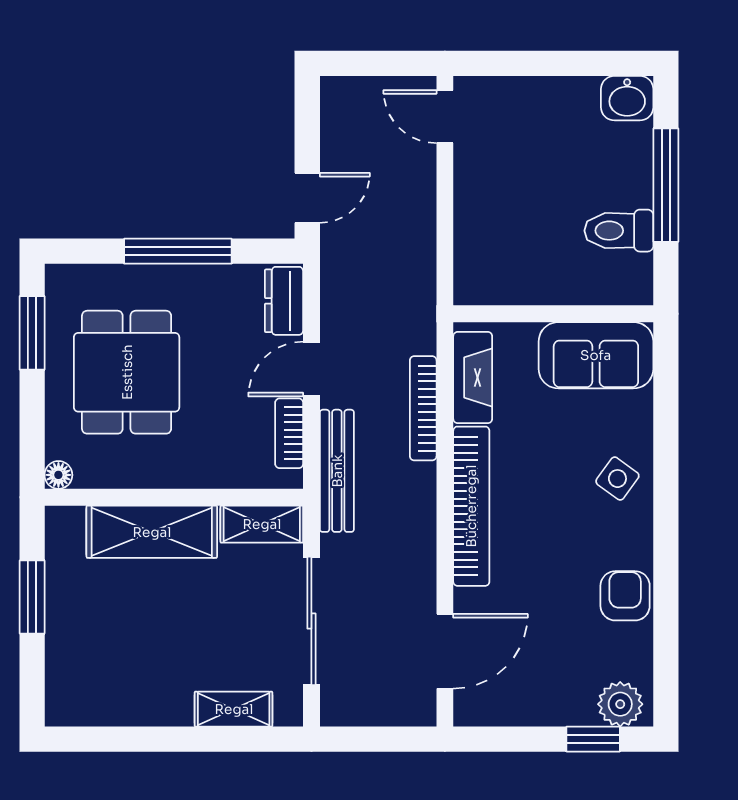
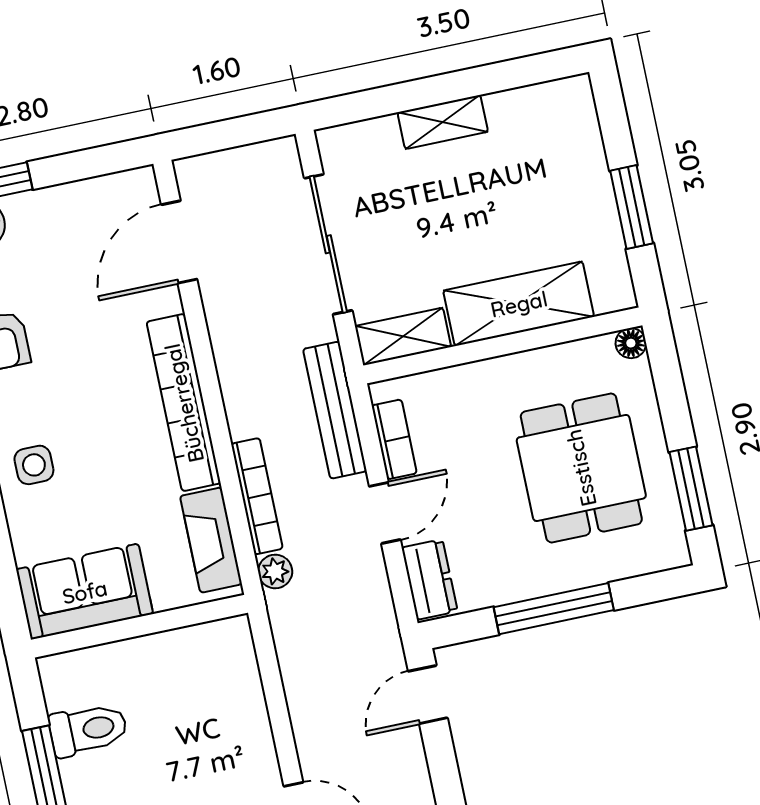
plant: (421, 337) -> (275, 571), added
side table: (617, 479) -> (34, 465), turned -36
shelving: (234, 709) -> (443, 122), moved

